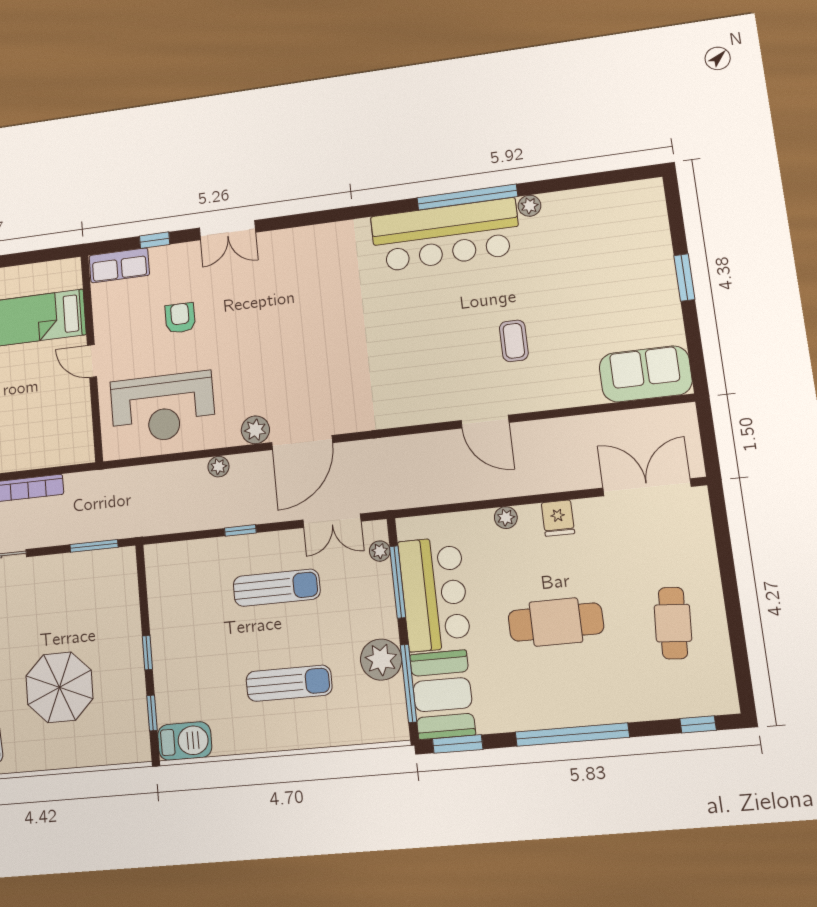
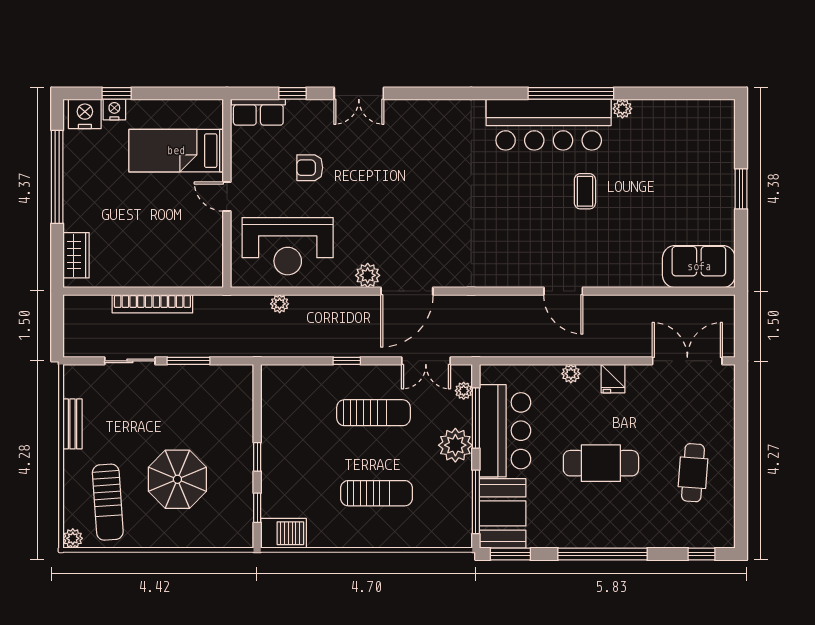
armchair: (180, 318) -> (310, 168), turned -90
coffee table: (514, 341) -> (585, 191), moved
plant: (219, 467) -> (280, 304), moved
window: (94, 546) -> (188, 361), moved
plant: (381, 660) -> (455, 445), moved

